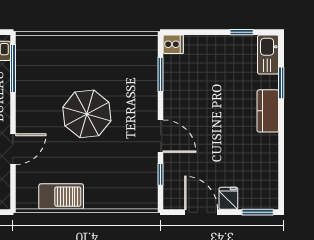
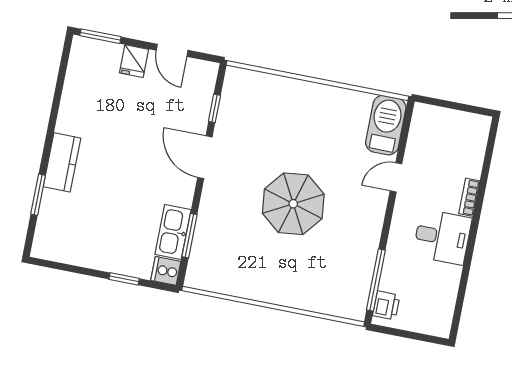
window: (242, 32) -> (124, 279), moved
kitchen sink: (268, 55) -> (173, 232), moved, turned 180
door: (13, 149) -> (396, 177), width x0.73
barbecue: (61, 197) -> (386, 125), moved, turned 90
door: (201, 212) -> (172, 50), width x0.73

